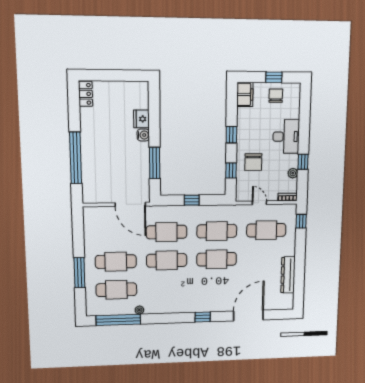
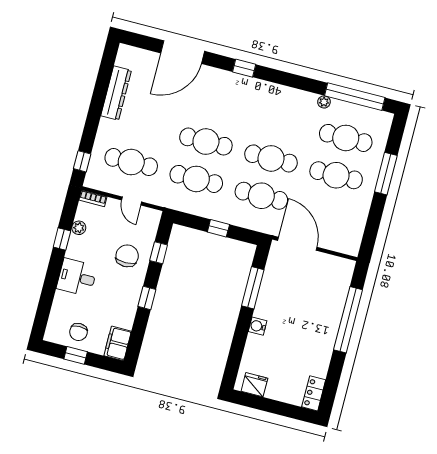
fridge: (141, 119) -> (254, 385), moved, turned -90
desk: (286, 137) -> (77, 277), width x0.73

